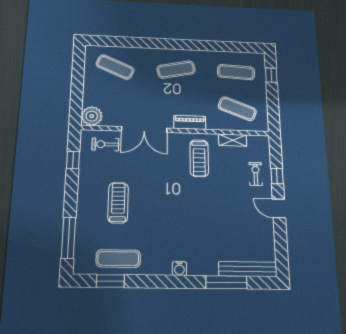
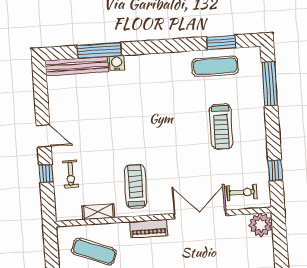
water cooler: (179, 269) -> (117, 63), moved

